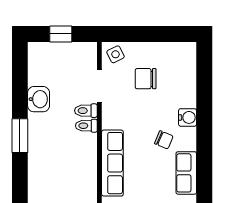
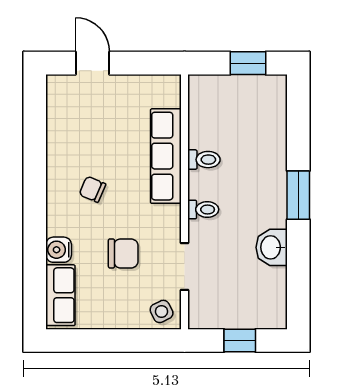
chair: (146, 79) -> (123, 253), moved
toilet: (86, 111) -> (204, 160), moved
water cooler: (188, 117) -> (59, 250), moved
row of seats: (186, 173) -> (60, 295), moved

